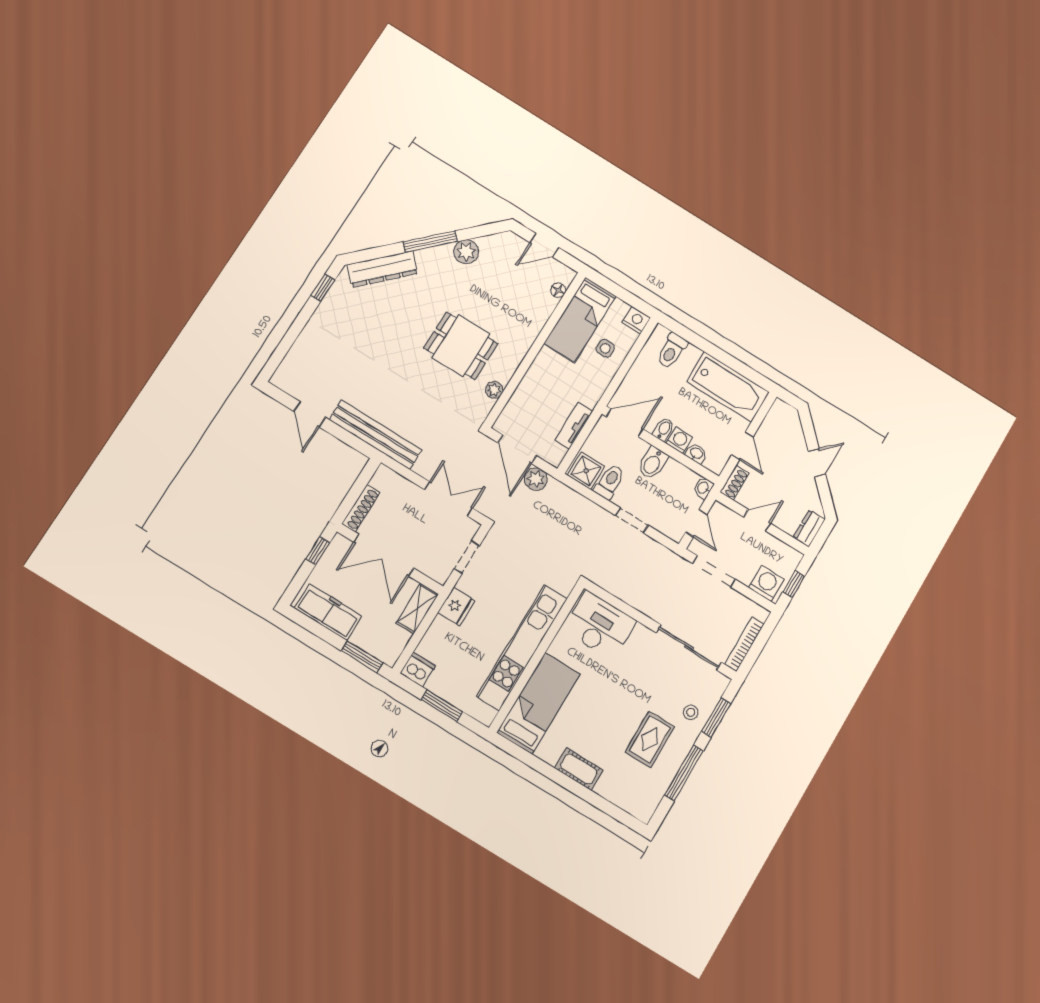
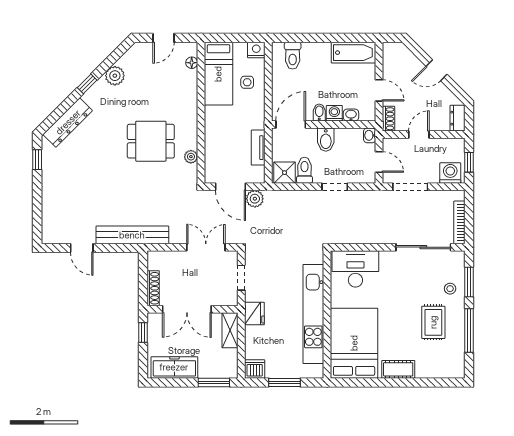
window: (430, 242) -> (87, 84), width x0.46
bathtub: (728, 387) -> (354, 53), width x0.73, depth x0.73
door: (817, 463) -> (437, 70), swing flipped
bed: (538, 703) -> (354, 343), width x1.50

